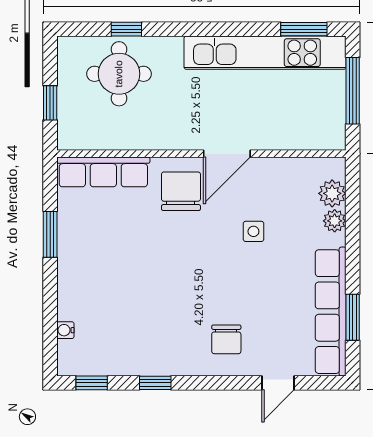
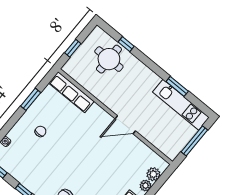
window: (304, 29) -> (177, 86), moved
kitchen unit: (265, 53) -> (181, 105), width x0.73
chair: (181, 191) -> (40, 131), moved, width x0.54, depth x0.54
side table: (253, 231) -> (111, 164), removed

